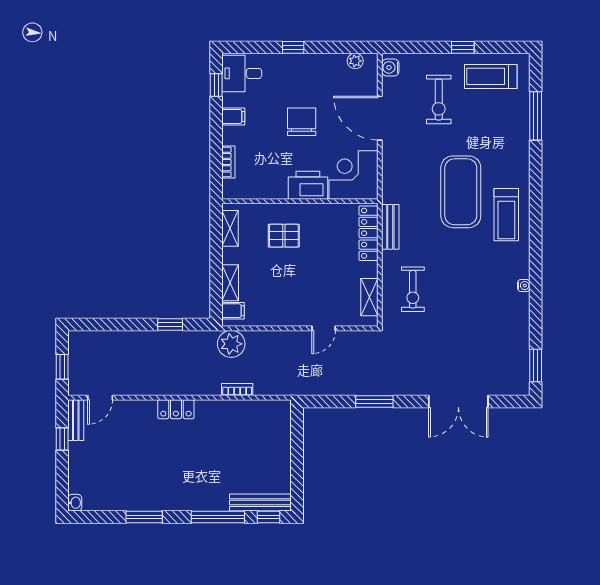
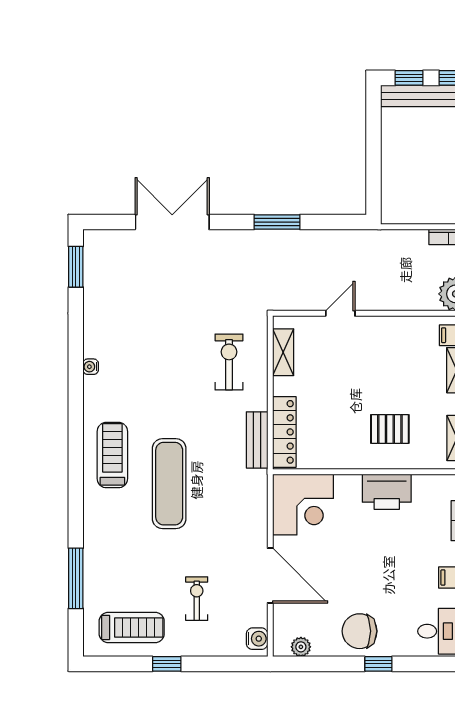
exercise bike: (439, 100) -> (197, 599), width x0.73, depth x0.72
chair: (302, 122) -> (360, 631), moved, turned 90
printer: (308, 185) -> (387, 492), moved
exercise mat: (461, 192) -> (169, 484), width x0.68

